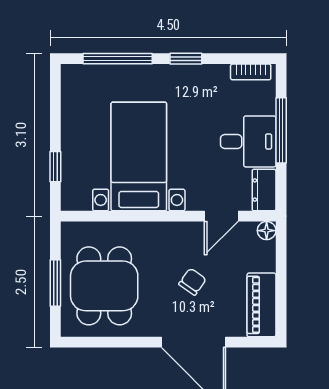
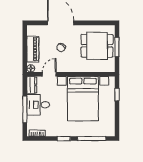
bed with nightstands: (139, 156) -> (83, 99), width x1.36
dining table: (104, 286) -> (97, 46), turned 90
piano: (261, 305) -> (33, 49), moved

